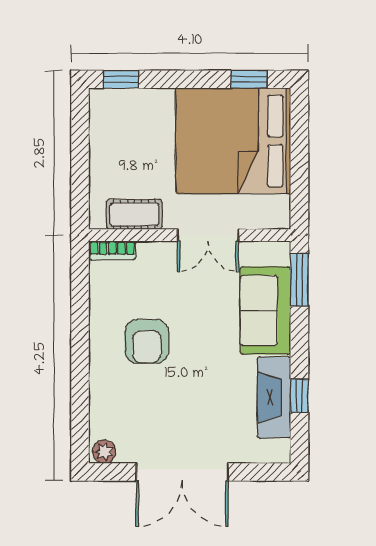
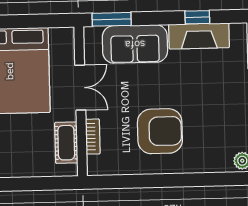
bookcase: (112, 250) -> (93, 137), moved
armchair: (147, 341) -> (160, 131), width x1.36, depth x1.36

